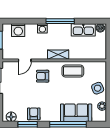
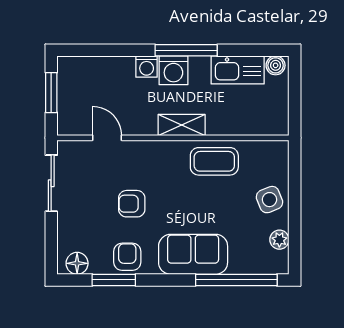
washing machine: (18, 30) -> (173, 70), moved
door: (25, 60) -> (107, 138), swing flipped
armchair: (43, 76) -> (132, 204), moved
sofa: (76, 113) -> (193, 254), moved
window: (68, 124) -> (236, 280), moved

